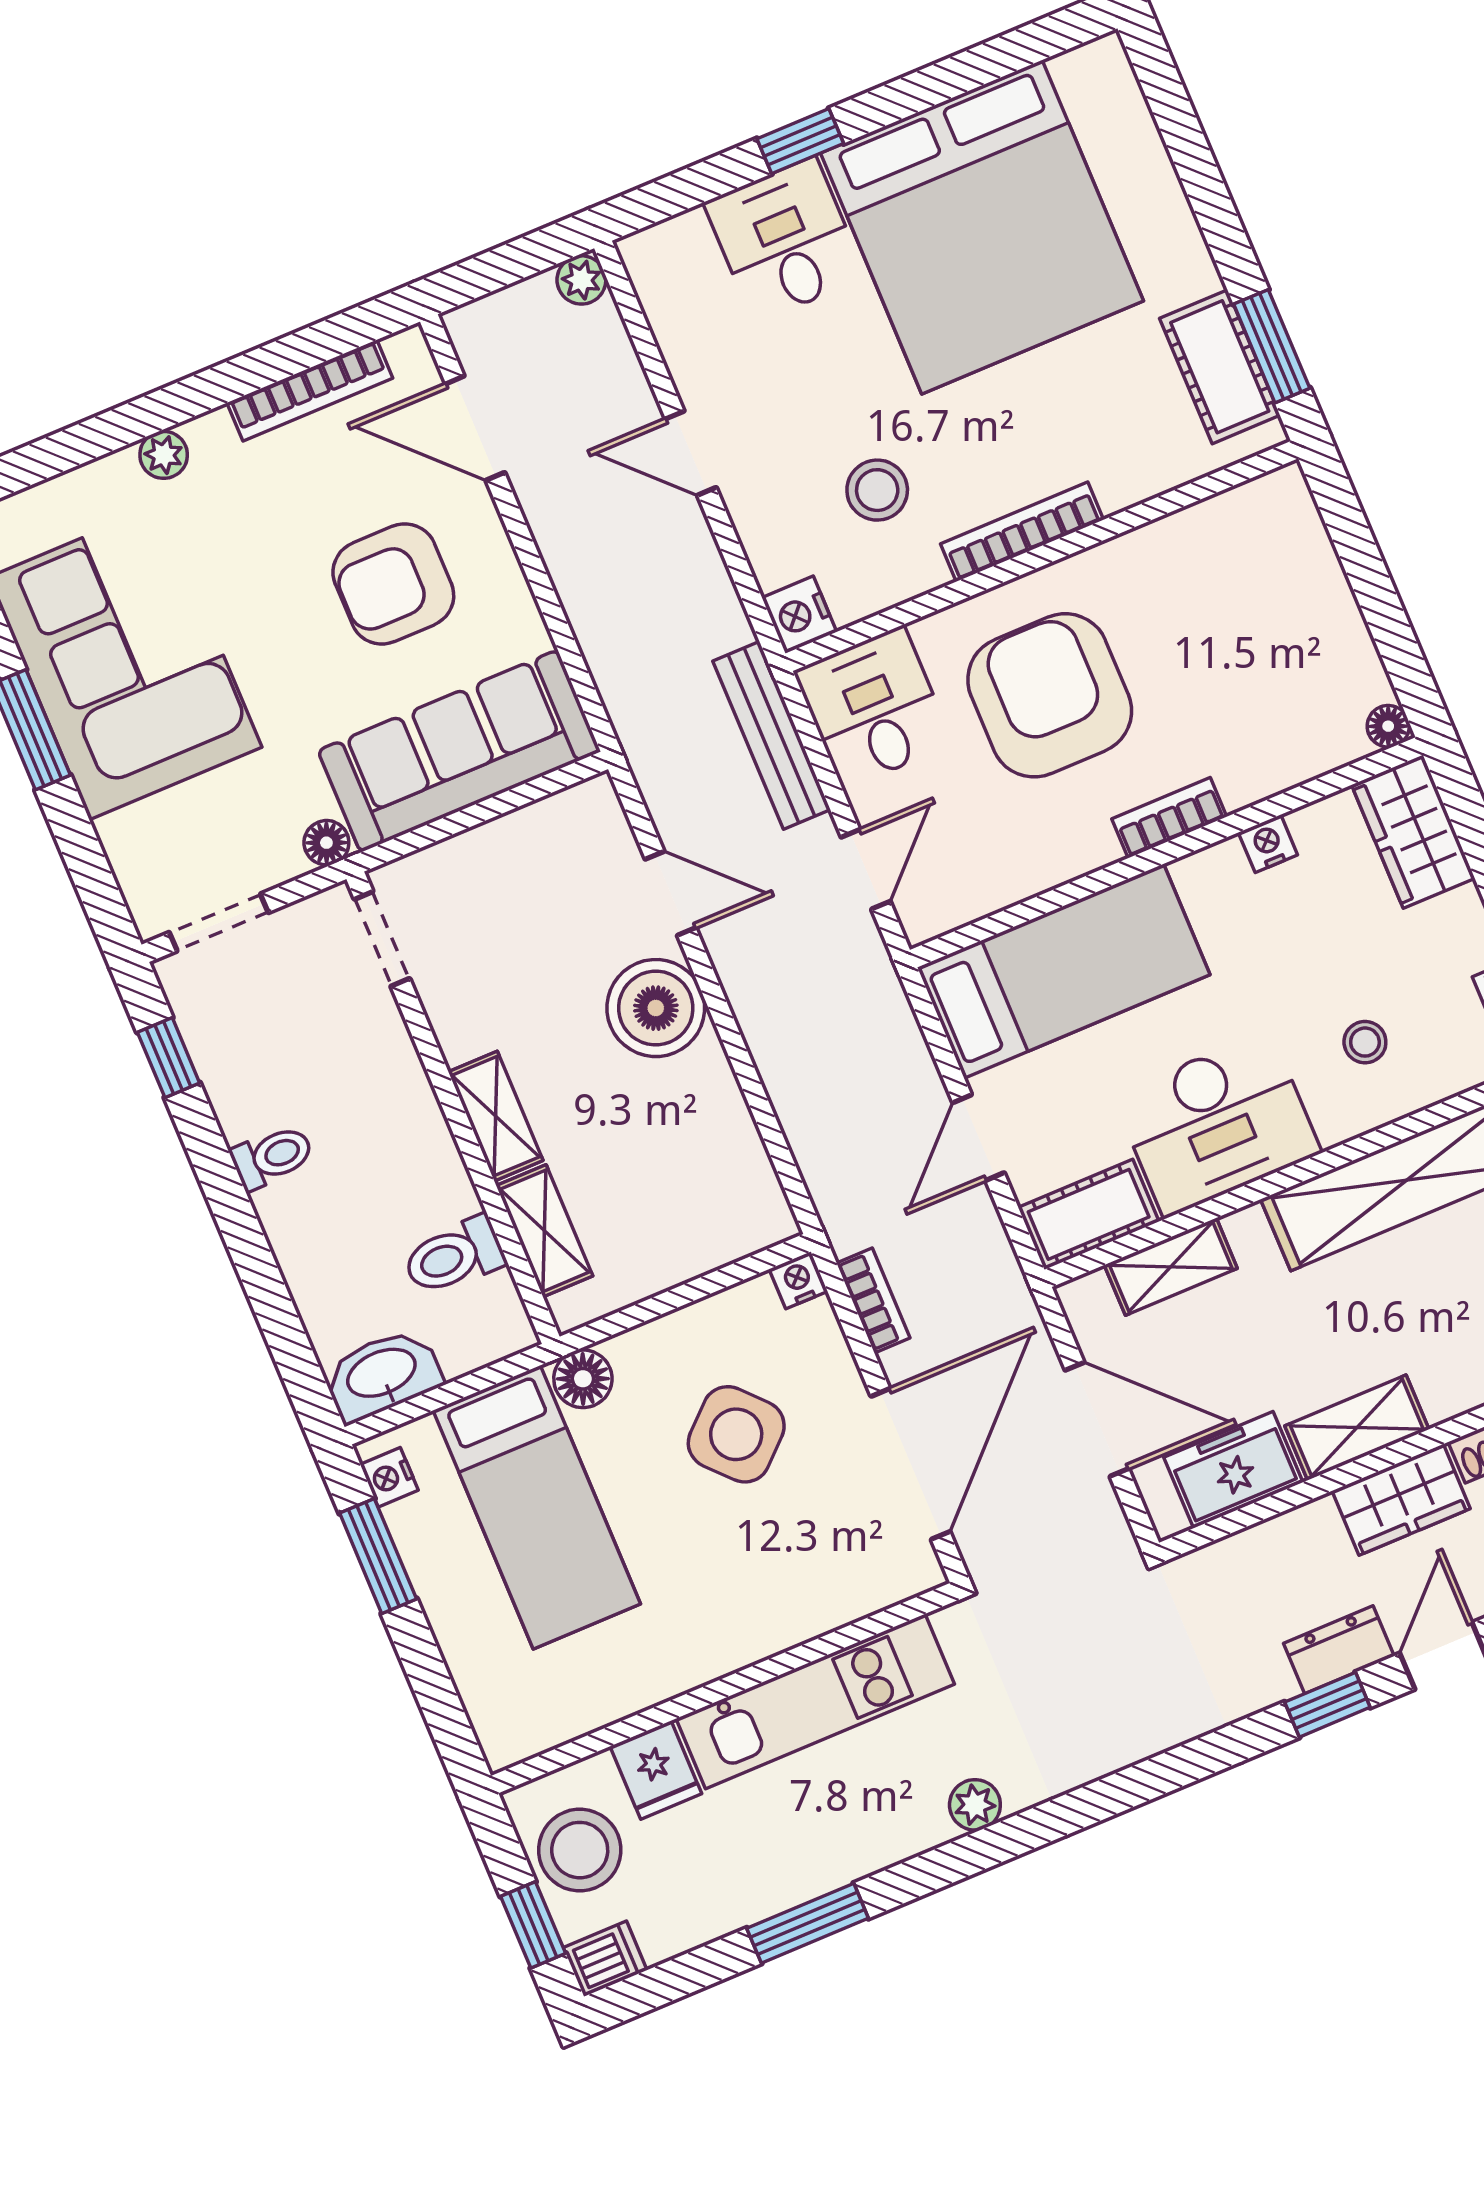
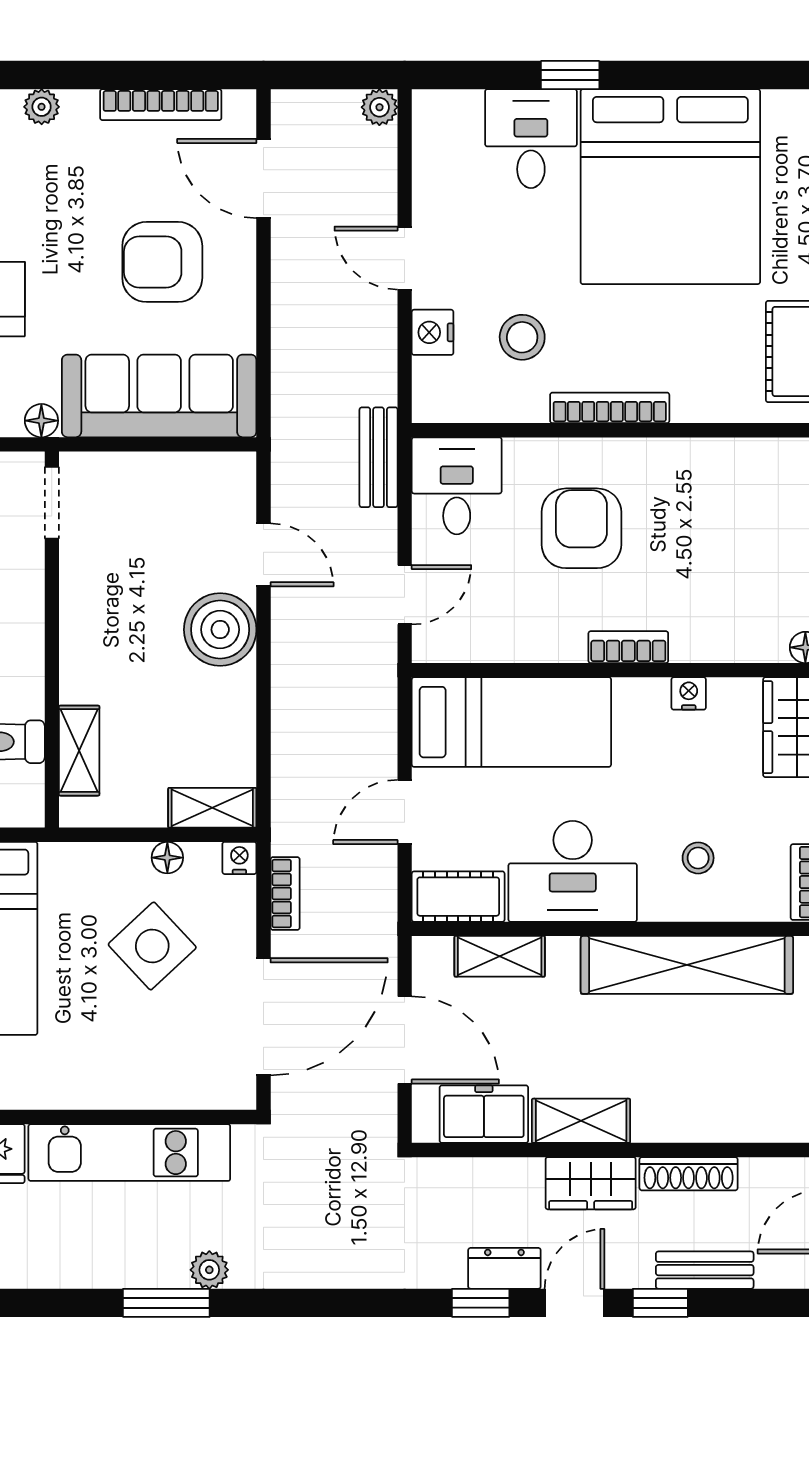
nightstand: (799, 615) -> (433, 332), moved
armchair: (1050, 695) -> (581, 528), width x0.73, depth x0.73
bench: (771, 735) -> (379, 457), width x0.73
shelving: (496, 1116) -> (212, 808), moved, turned 90
floor lamp: (583, 1379) -> (167, 858), moved, width x0.73, depth x0.73
window: (808, 1923) -> (166, 1303), moved

